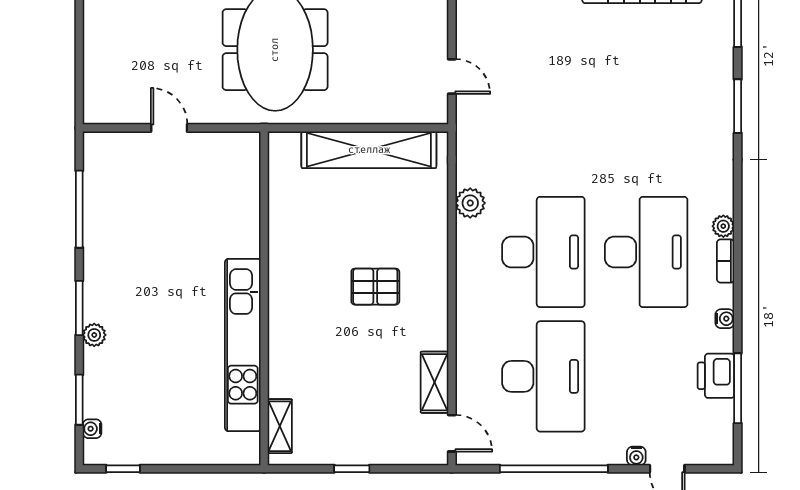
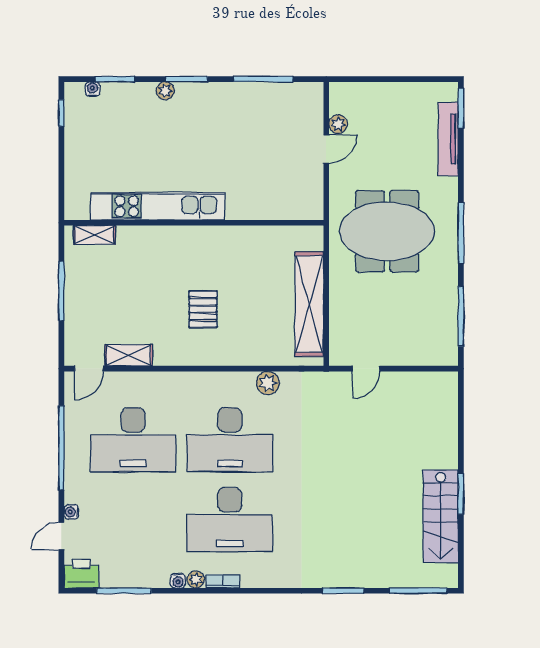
plant: (137, 112) -> (338, 124), added
plant: (723, 226) -> (196, 580), moved
printer: (716, 376) -> (81, 574), moved
window: (352, 469) -> (61, 291), width x2.17

